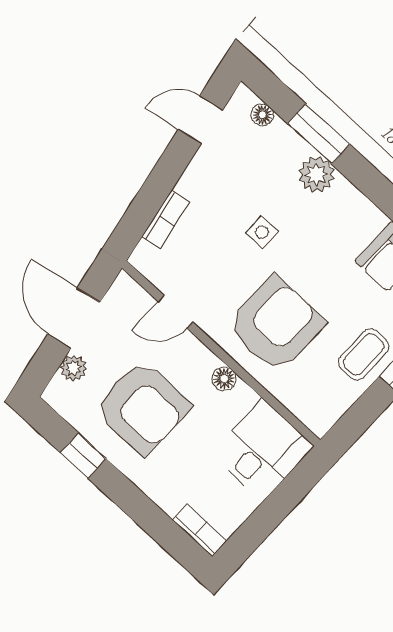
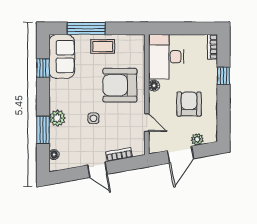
door: (200, 120) -> (97, 170), moved
armchair: (143, 407) -> (189, 104), width x0.73, depth x0.73
desk: (263, 450) -> (166, 57), width x1.37
window: (83, 456) -> (223, 76), moved

